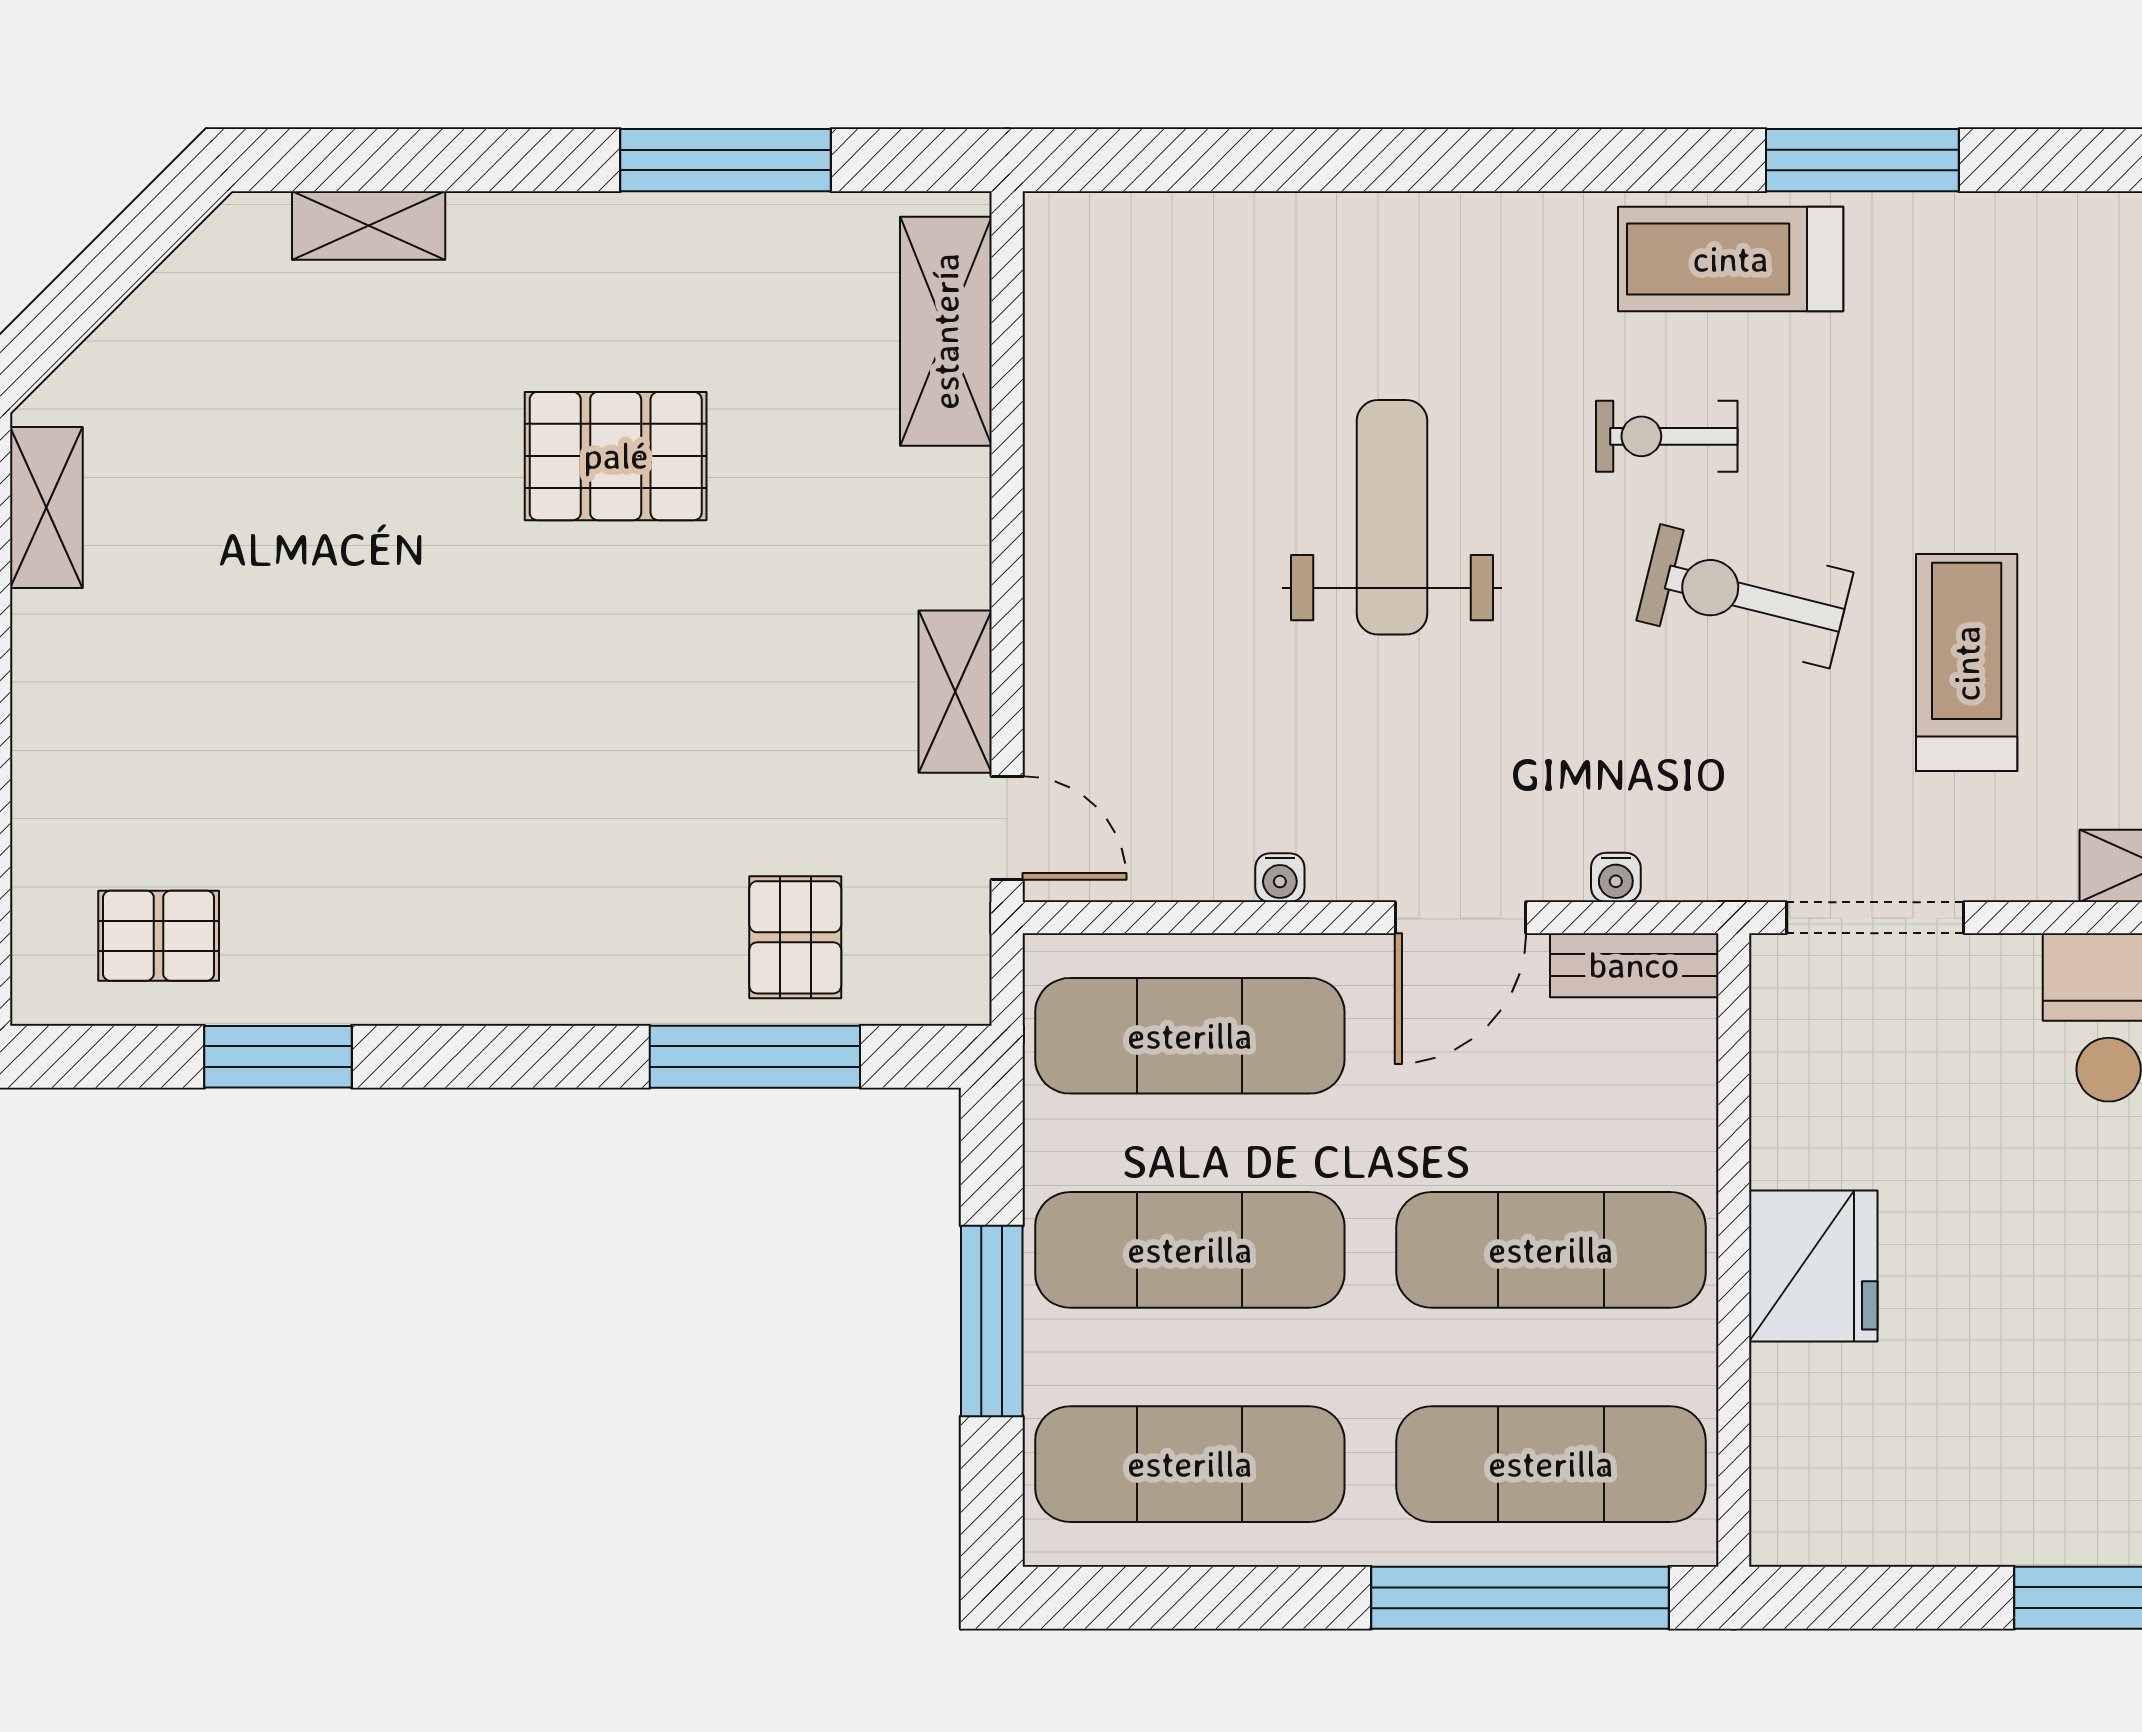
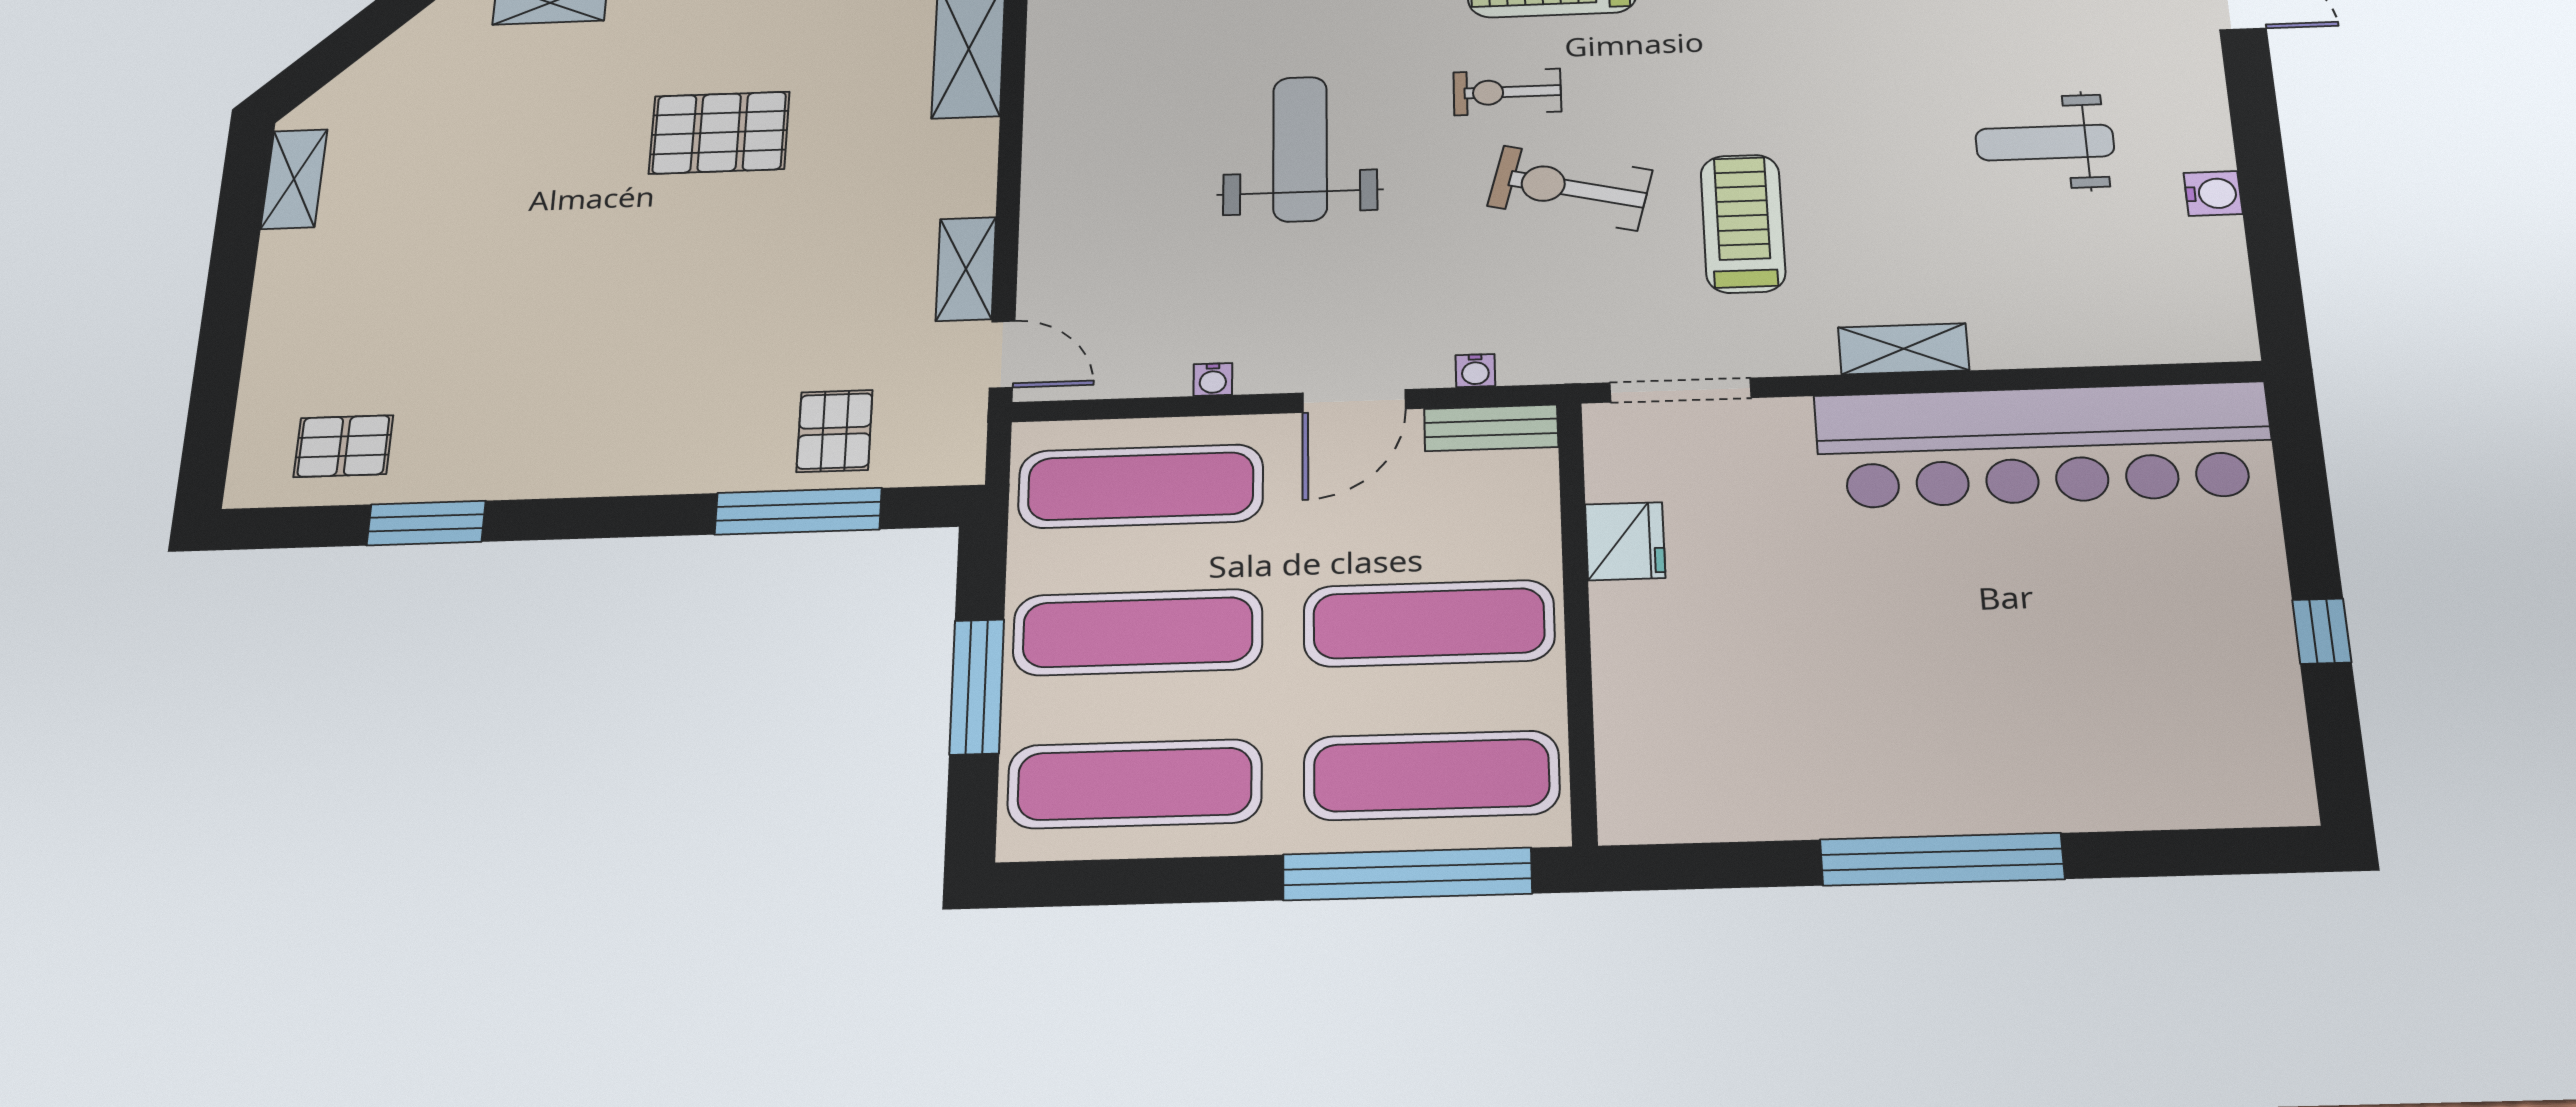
fridge: (1813, 1266) -> (1625, 541), moved, width x0.73, depth x0.75

